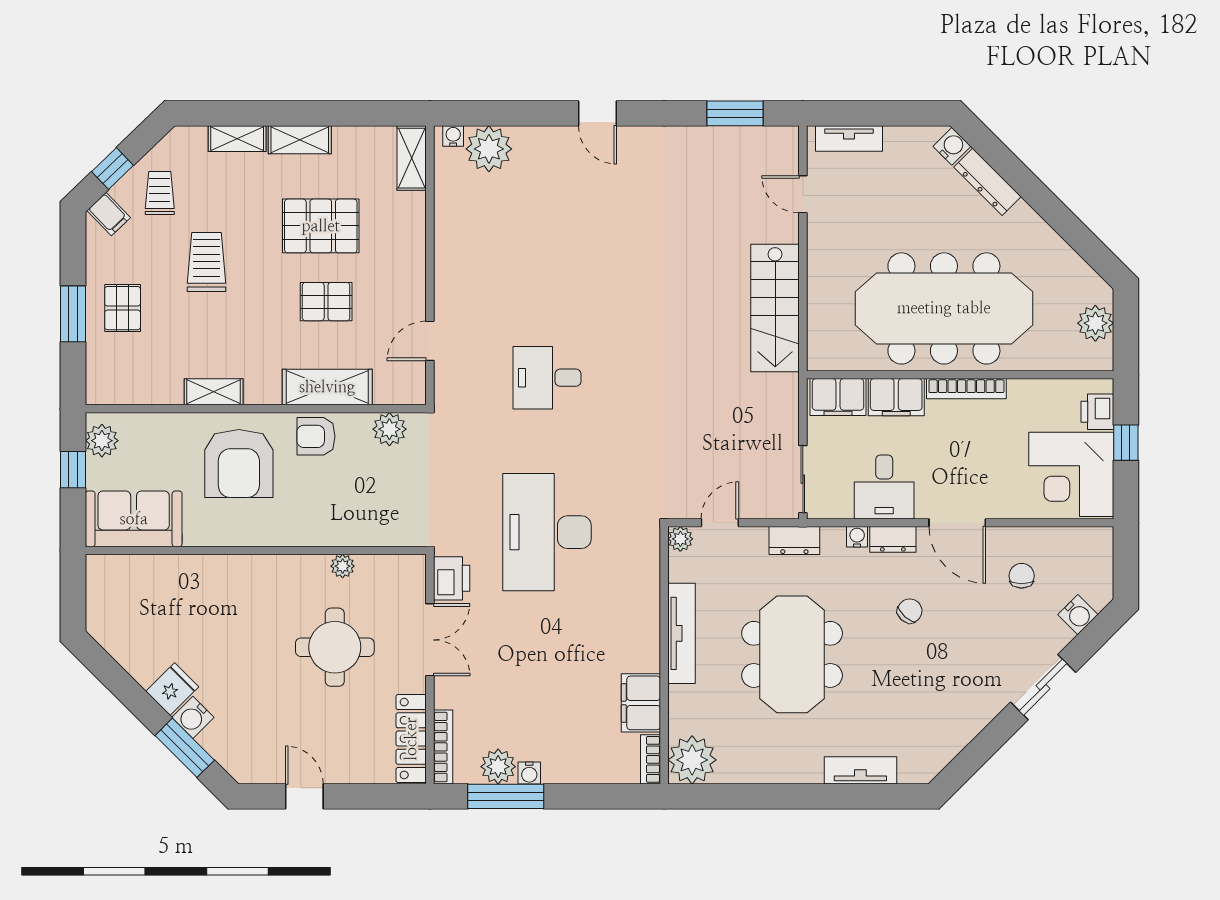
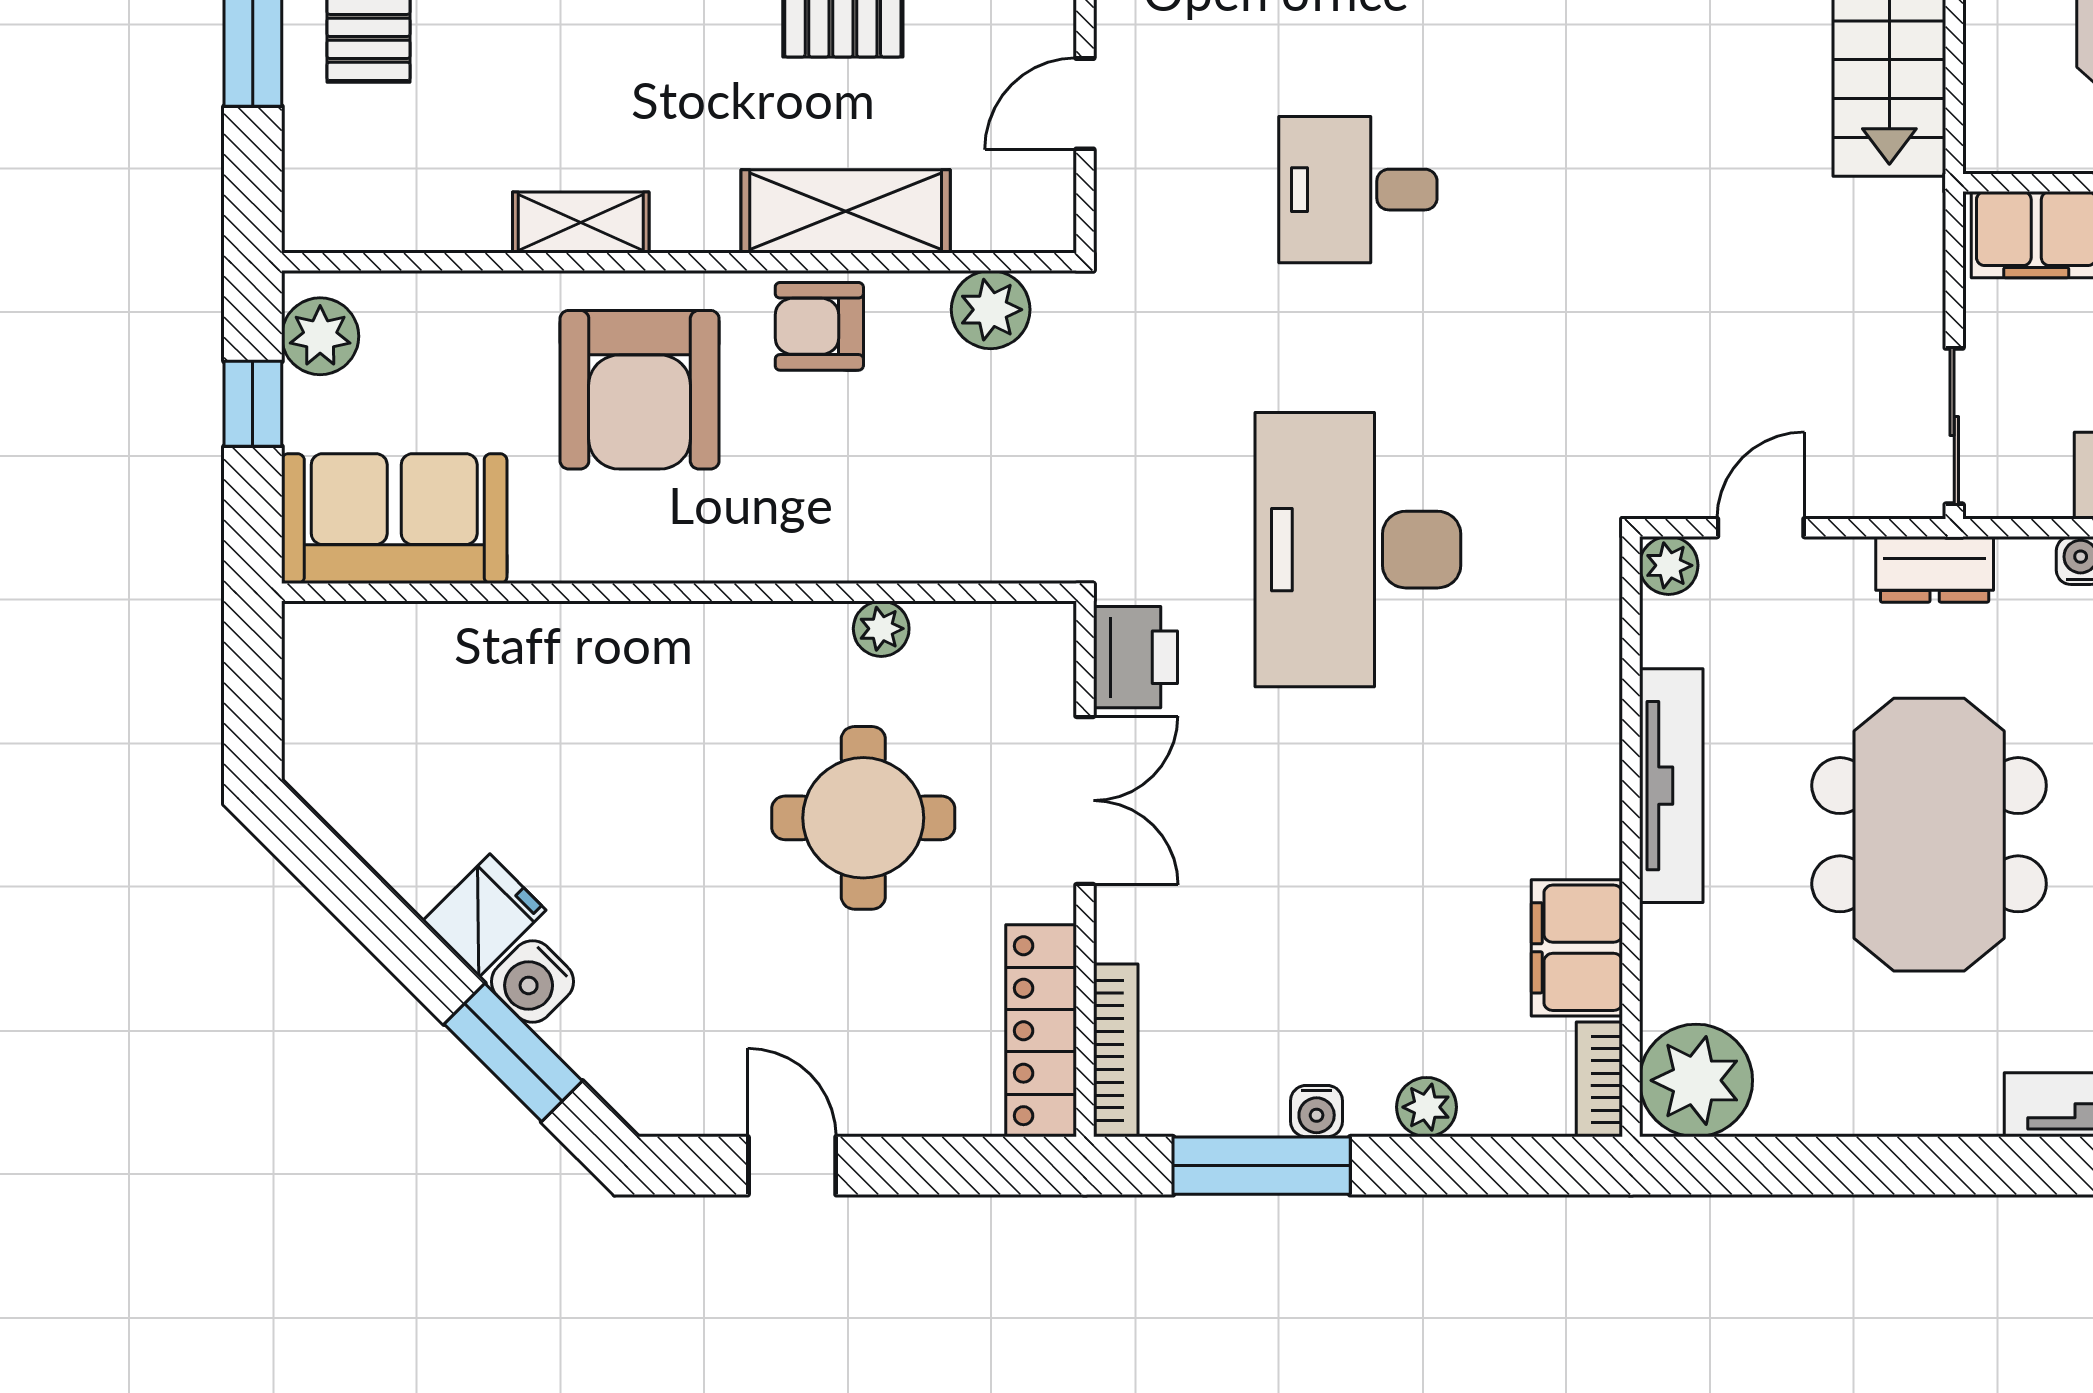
plant: (498, 767) -> (1427, 1107), moved, width x0.73, depth x0.73

